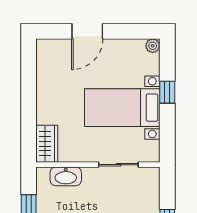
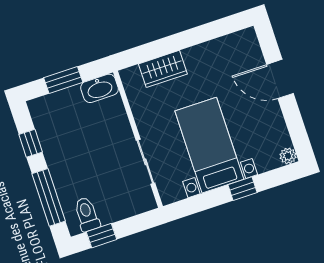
wardrobe: (47, 144) -> (163, 69), moved
washbasin: (66, 176) -> (100, 88), moved, turned -90

